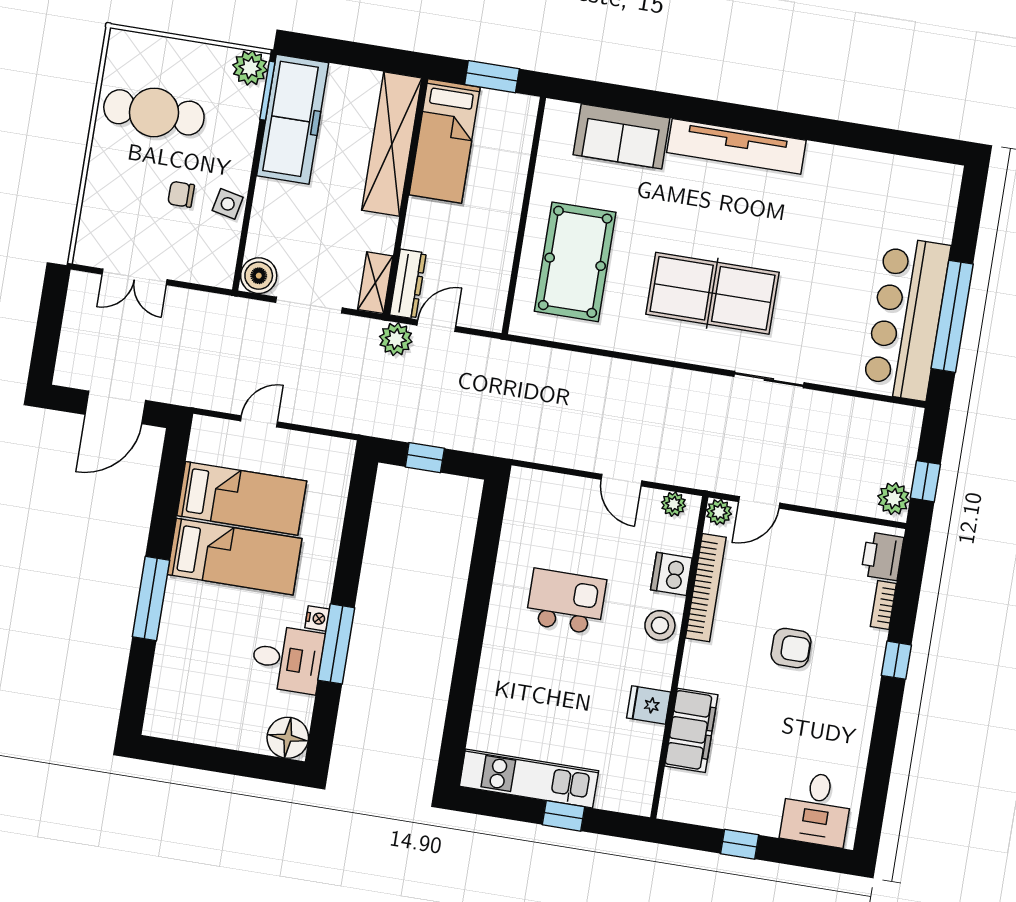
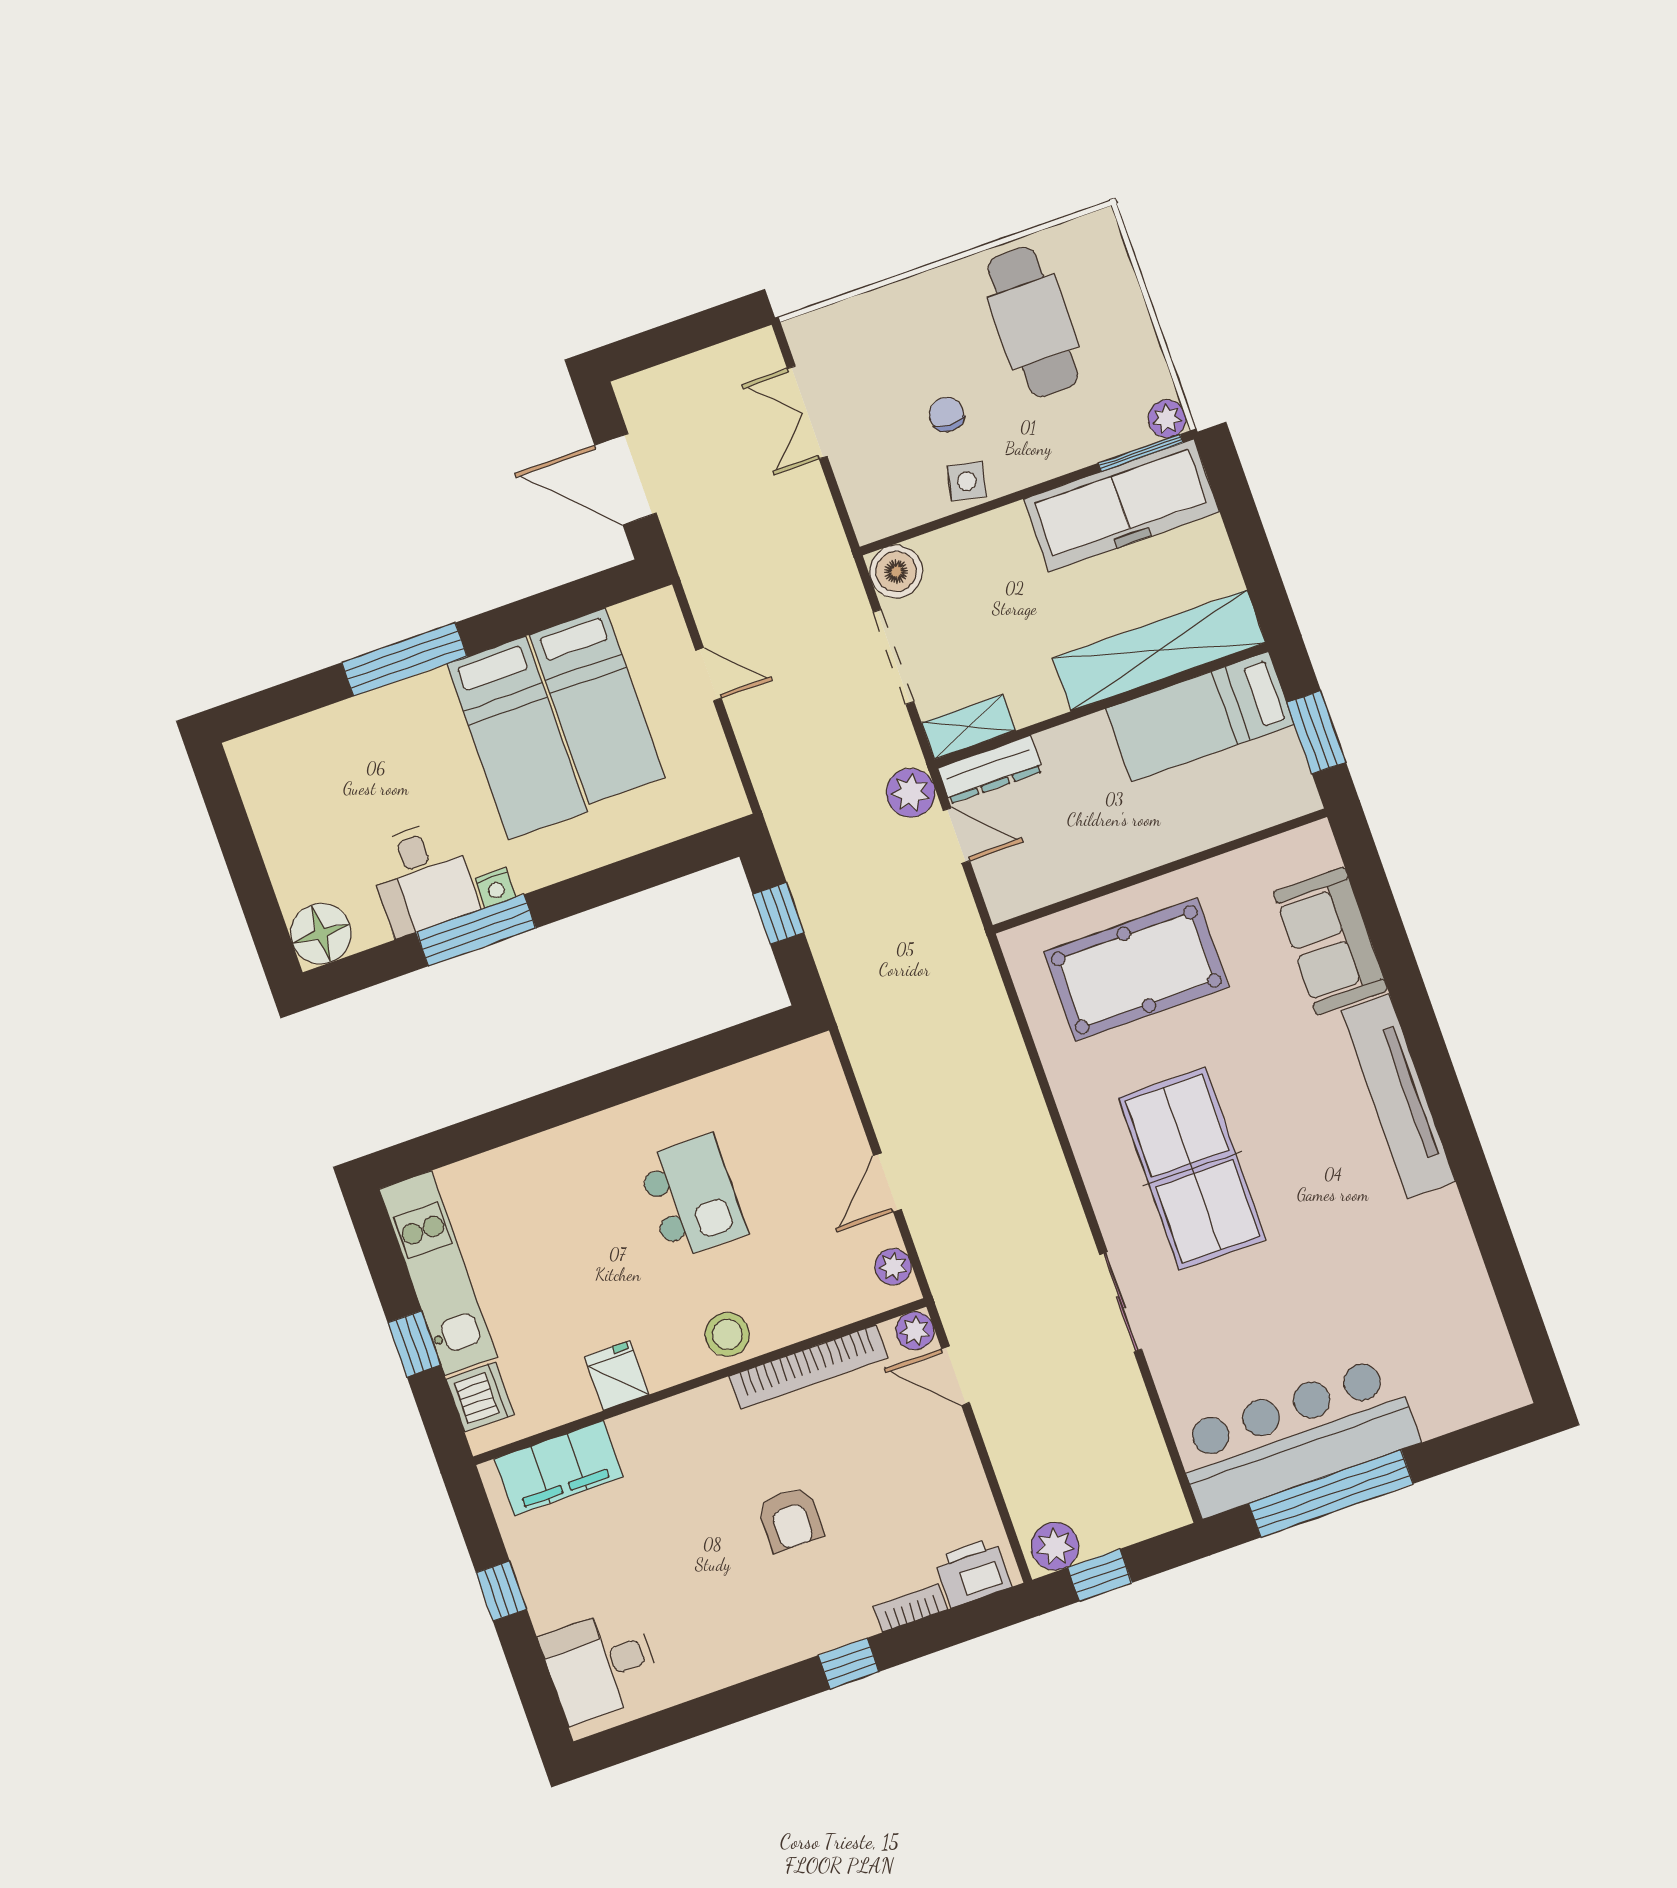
plant: (250, 68) -> (1167, 419), width x0.73, depth x0.73
dishwasher: (671, 574) -> (480, 1397), moved, turned 90
filing cabinet: (691, 730) -> (559, 1468), moved

